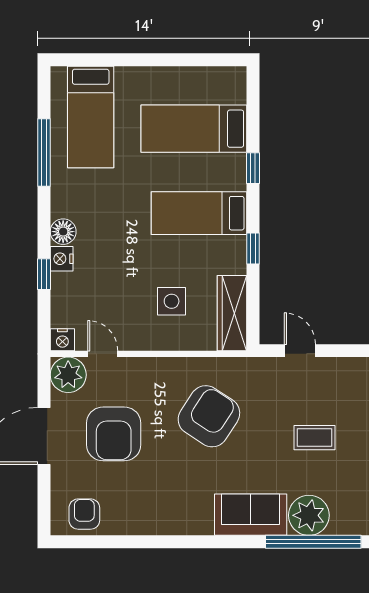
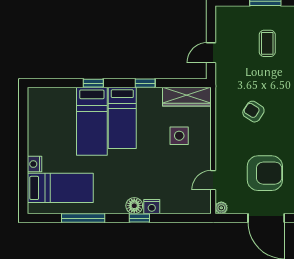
bed: (194, 129) -> (92, 121), moved
window: (44, 274) -> (139, 218), moved
nightstand: (62, 340) -> (34, 164), moved, turned 180
plant: (68, 375) -> (221, 208), width x0.53, depth x0.53
armchair: (209, 416) -> (253, 112), width x0.53, depth x0.53

